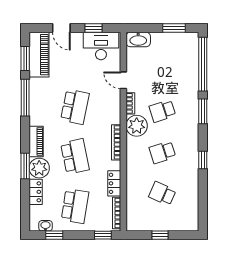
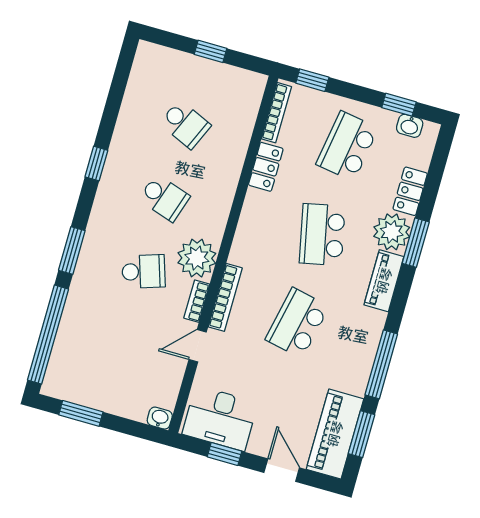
washbasin: (138, 39) -> (160, 418), width x0.52, depth x0.69
door: (123, 80) -> (198, 346), swing flipped
bookcase: (116, 142) -> (225, 297), moved
school desk: (162, 152) -> (164, 198), turned 36

